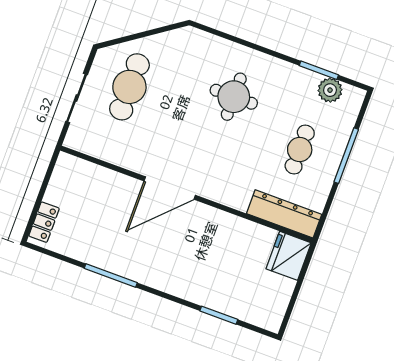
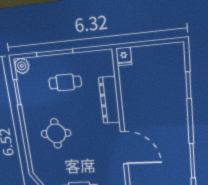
plant: (330, 90) -> (22, 66), moved
dresser: (284, 214) -> (109, 100), moved
fridge: (289, 256) -> (124, 56), width x0.53, depth x0.75

